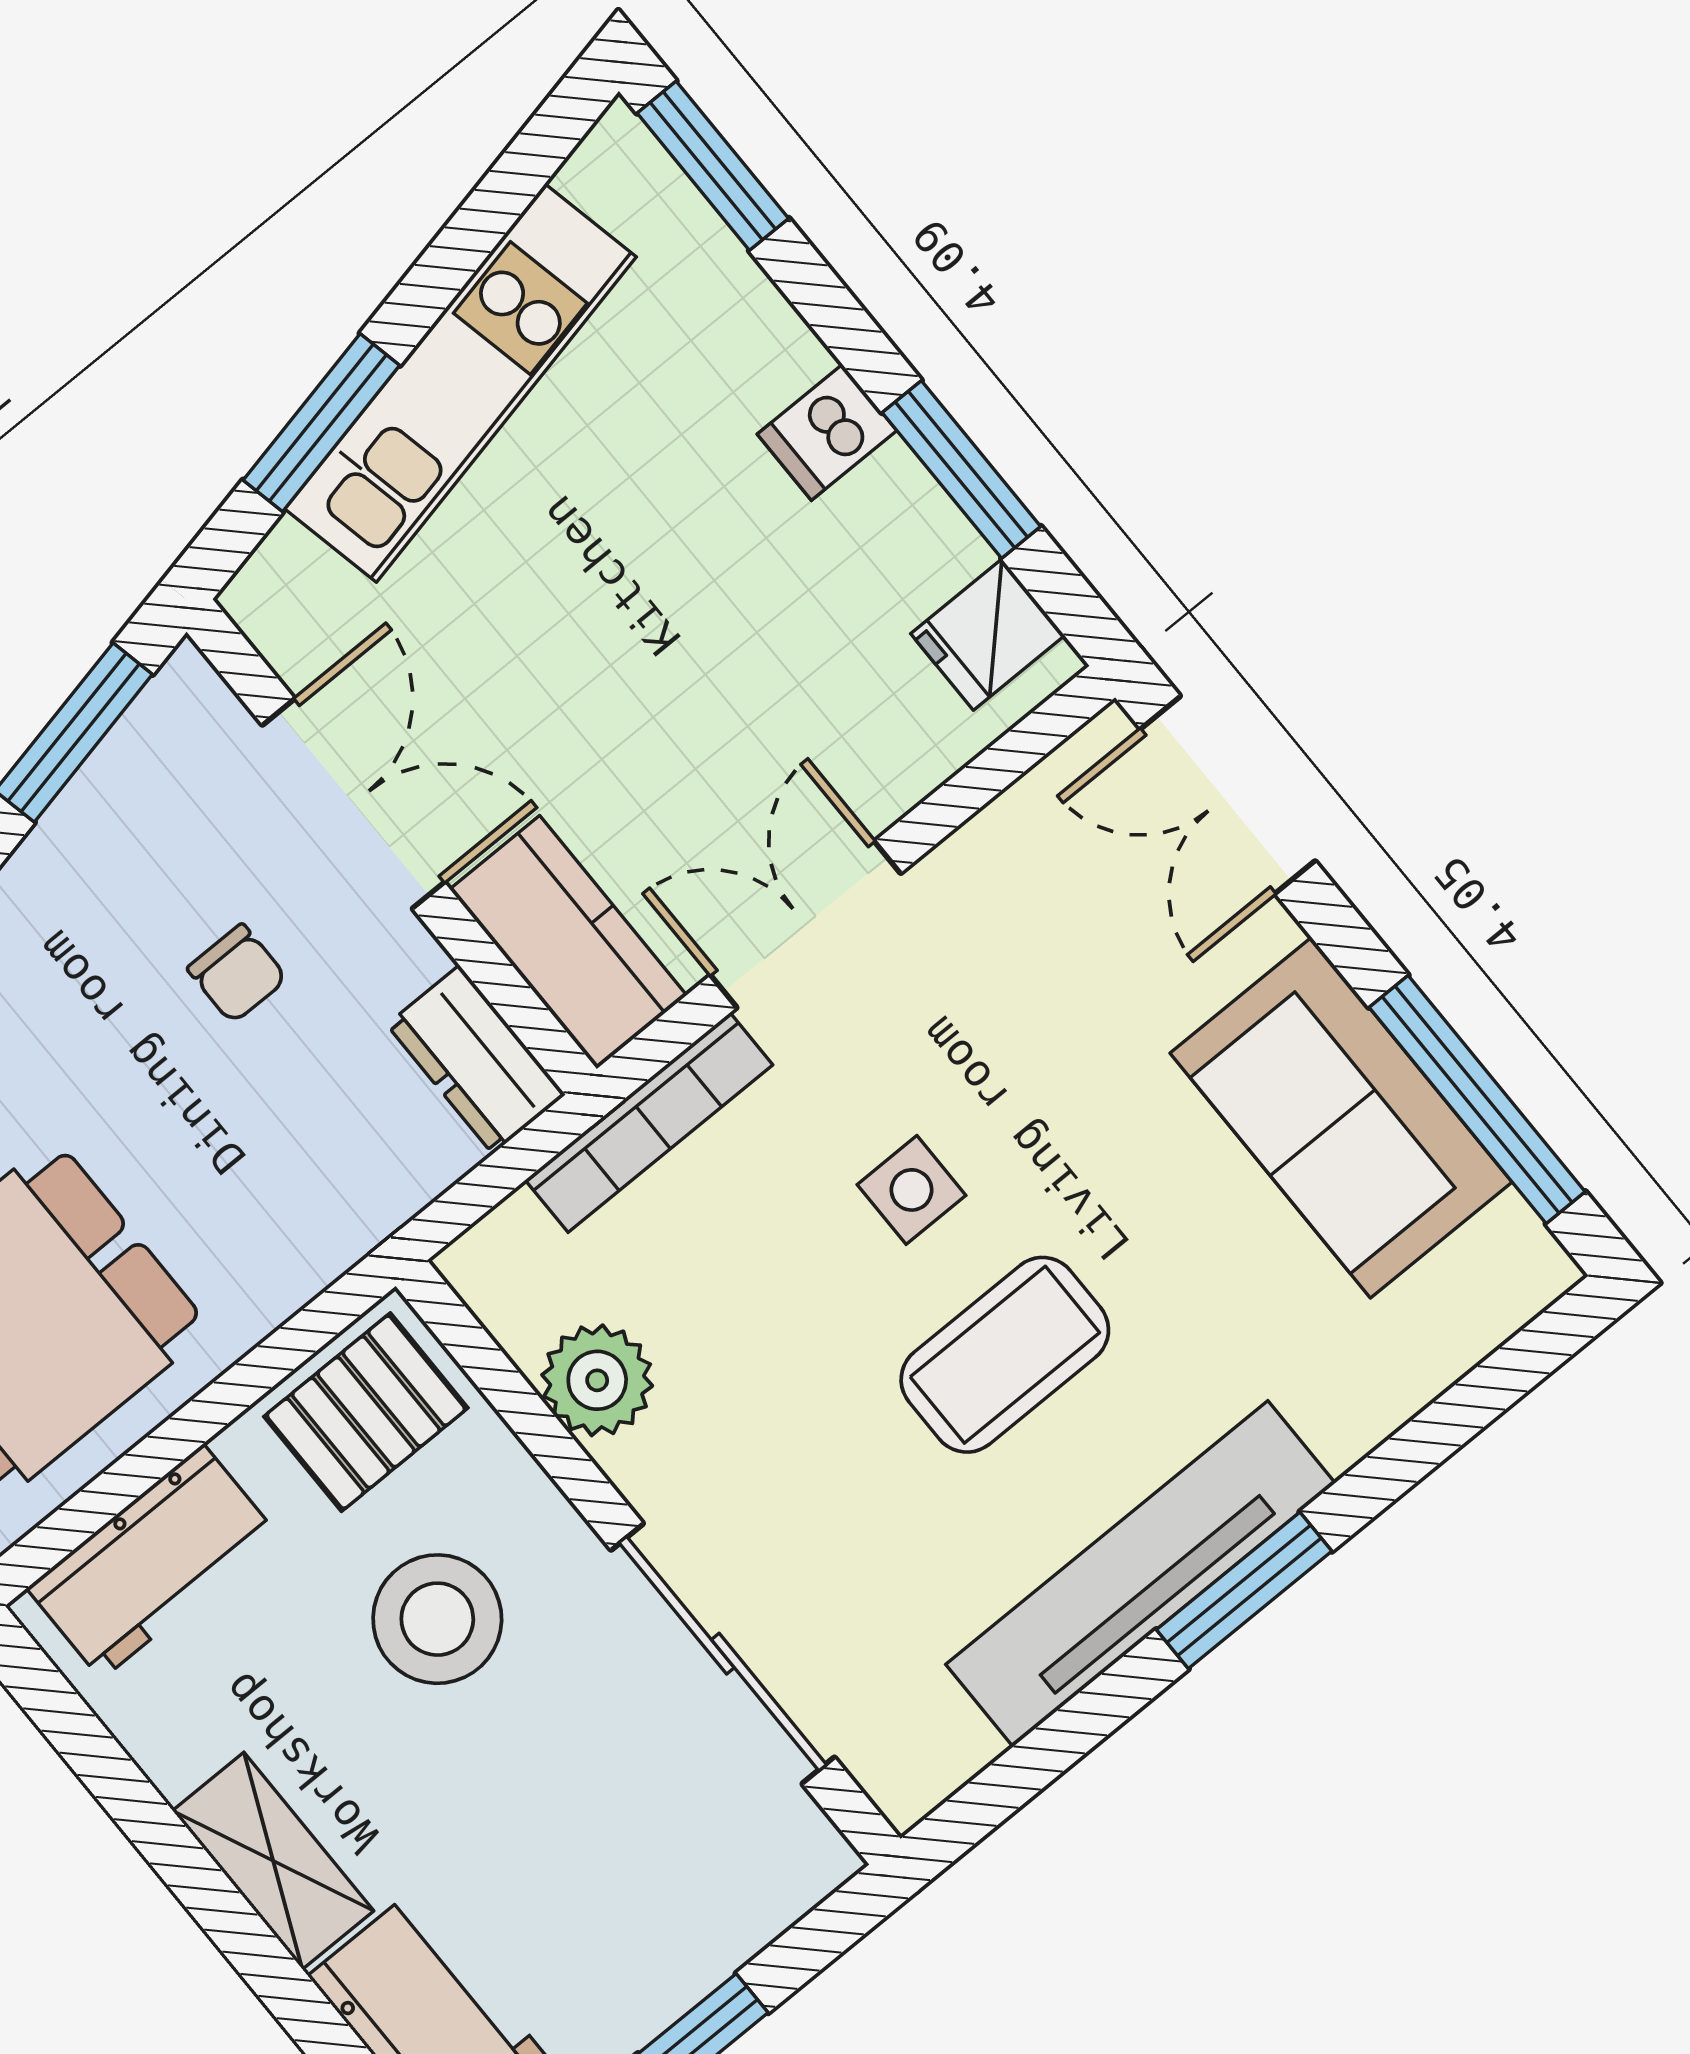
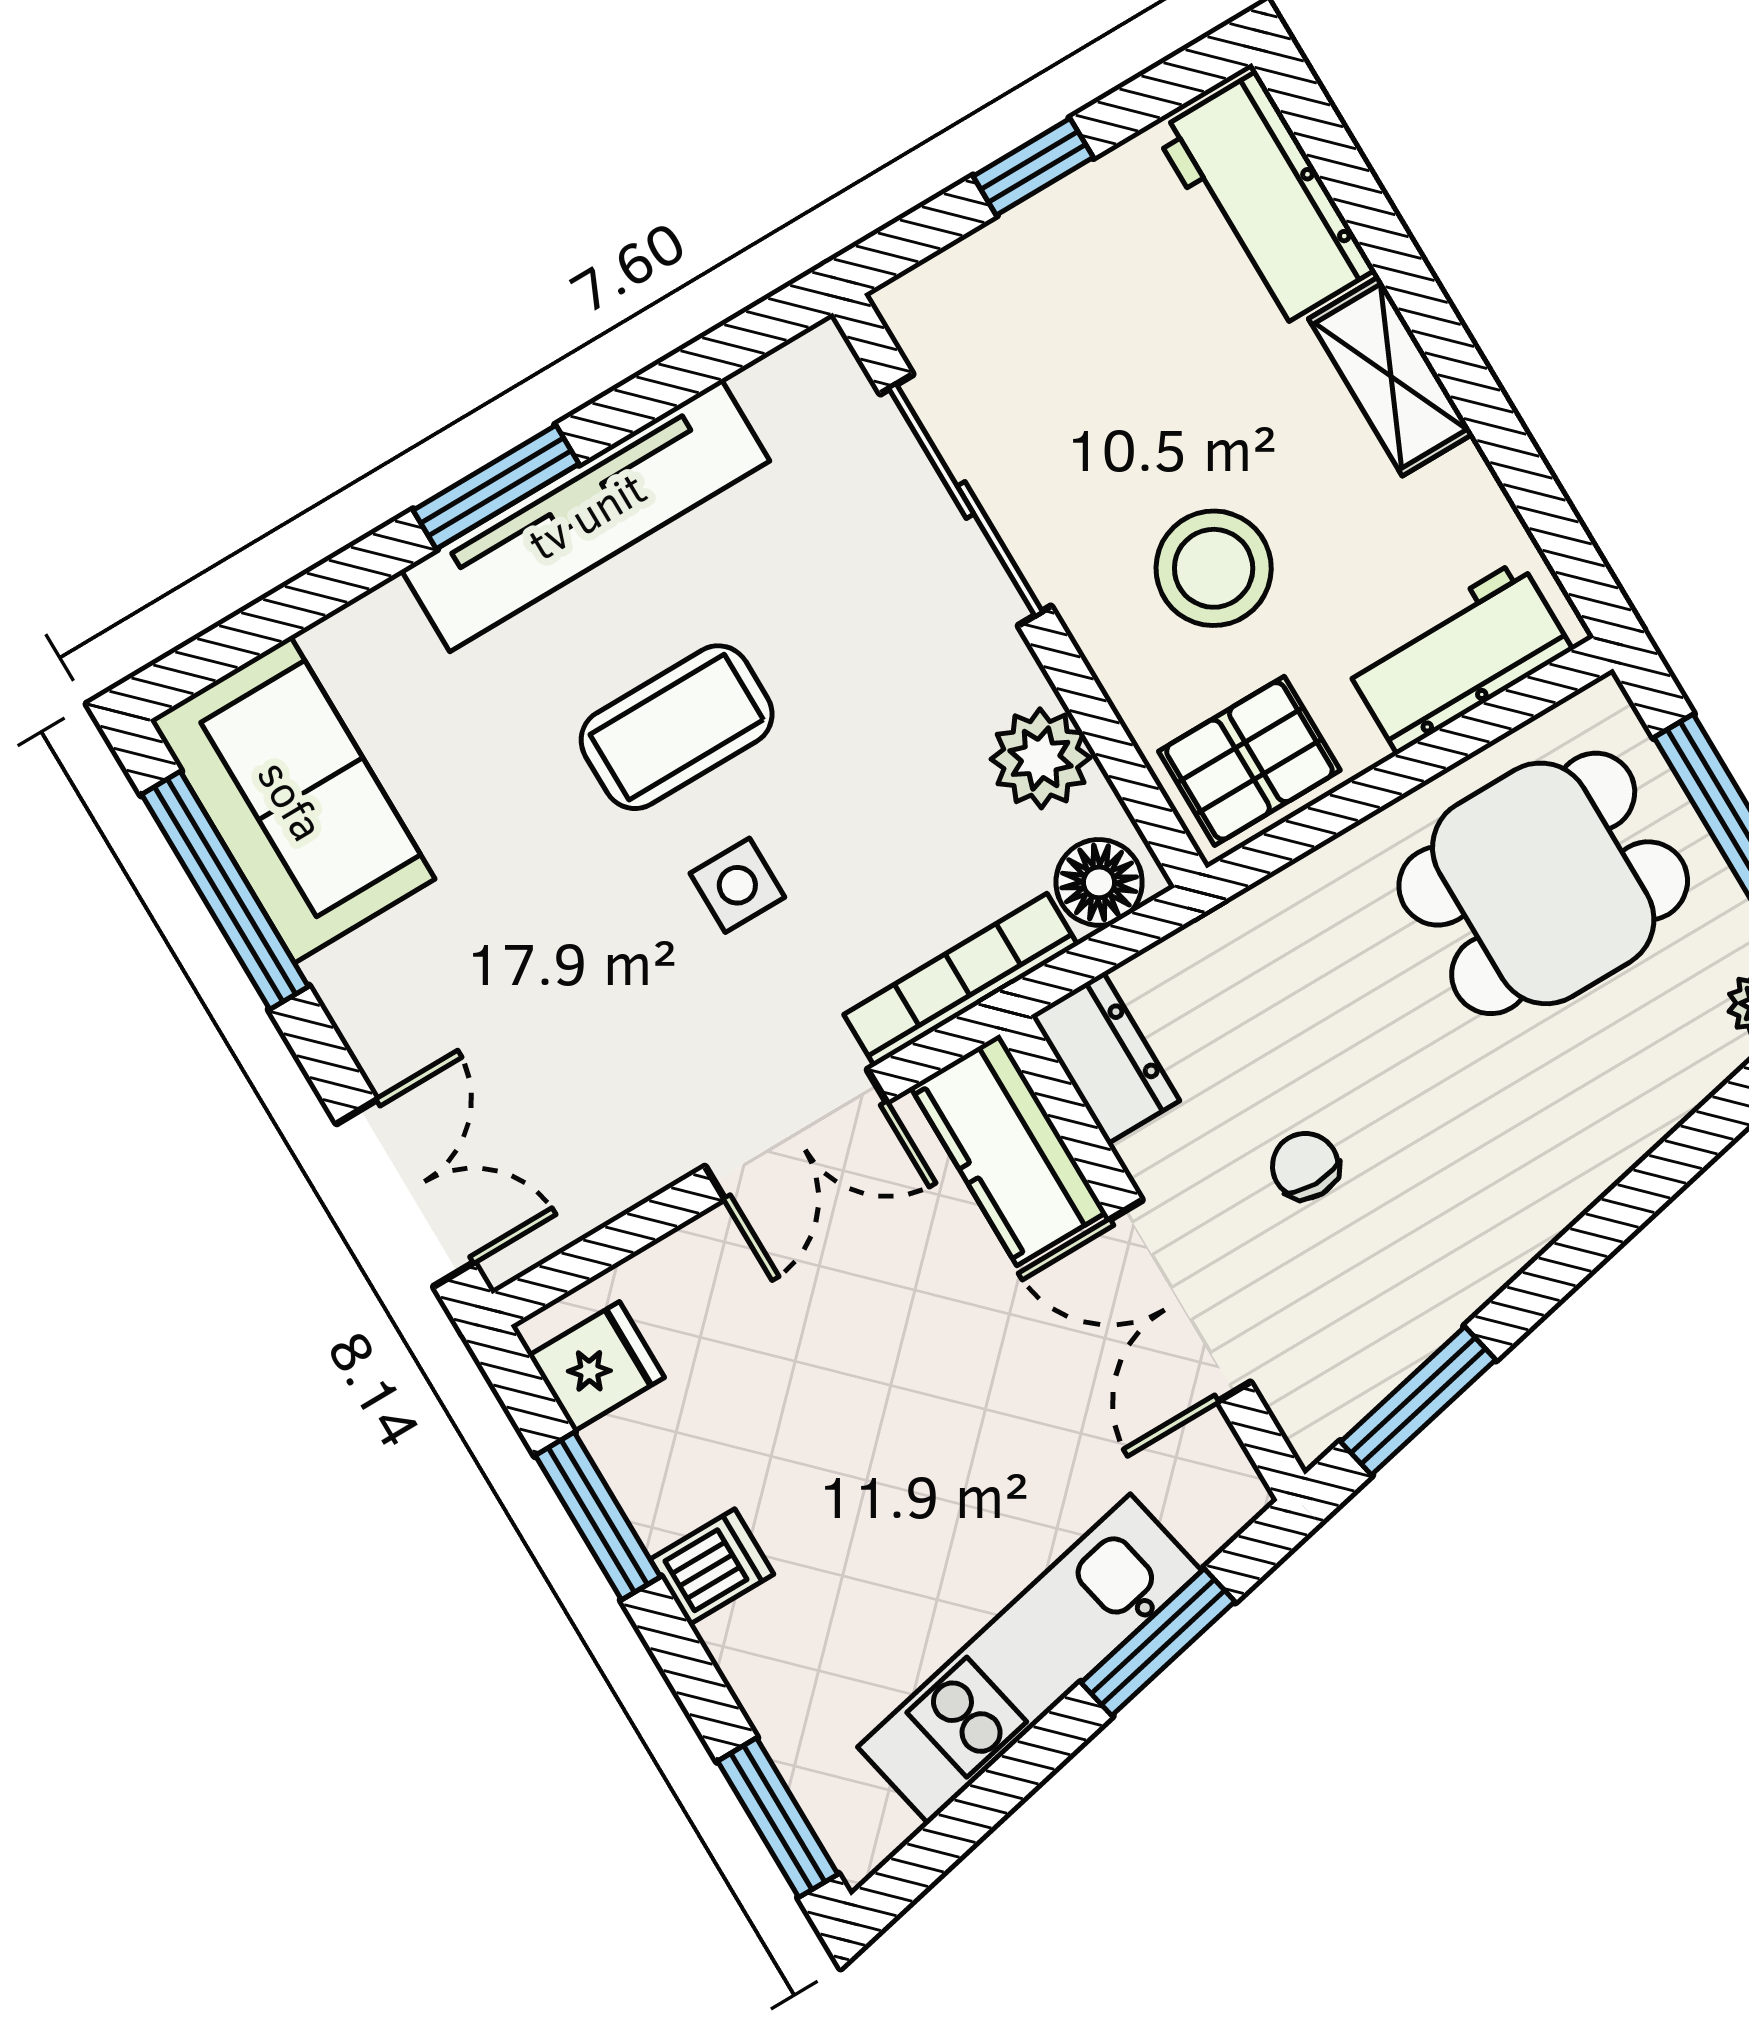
sofa: (1341, 1118) -> (292, 800), moved
floor lamp: (512, 1253) -> (1099, 882), added

